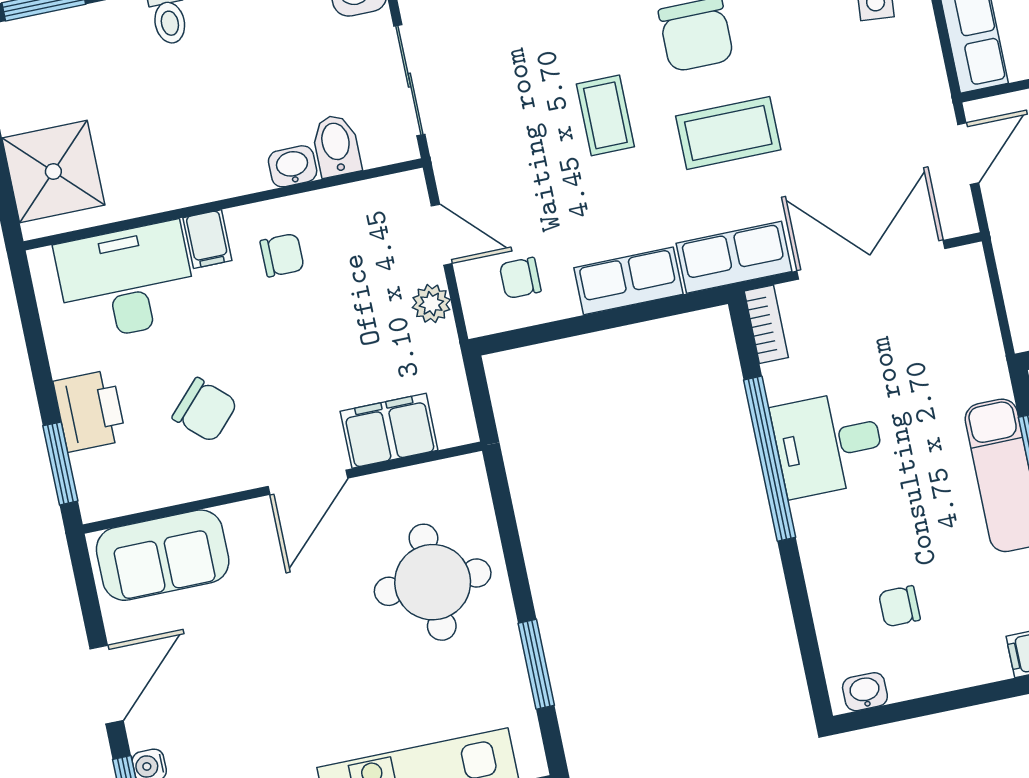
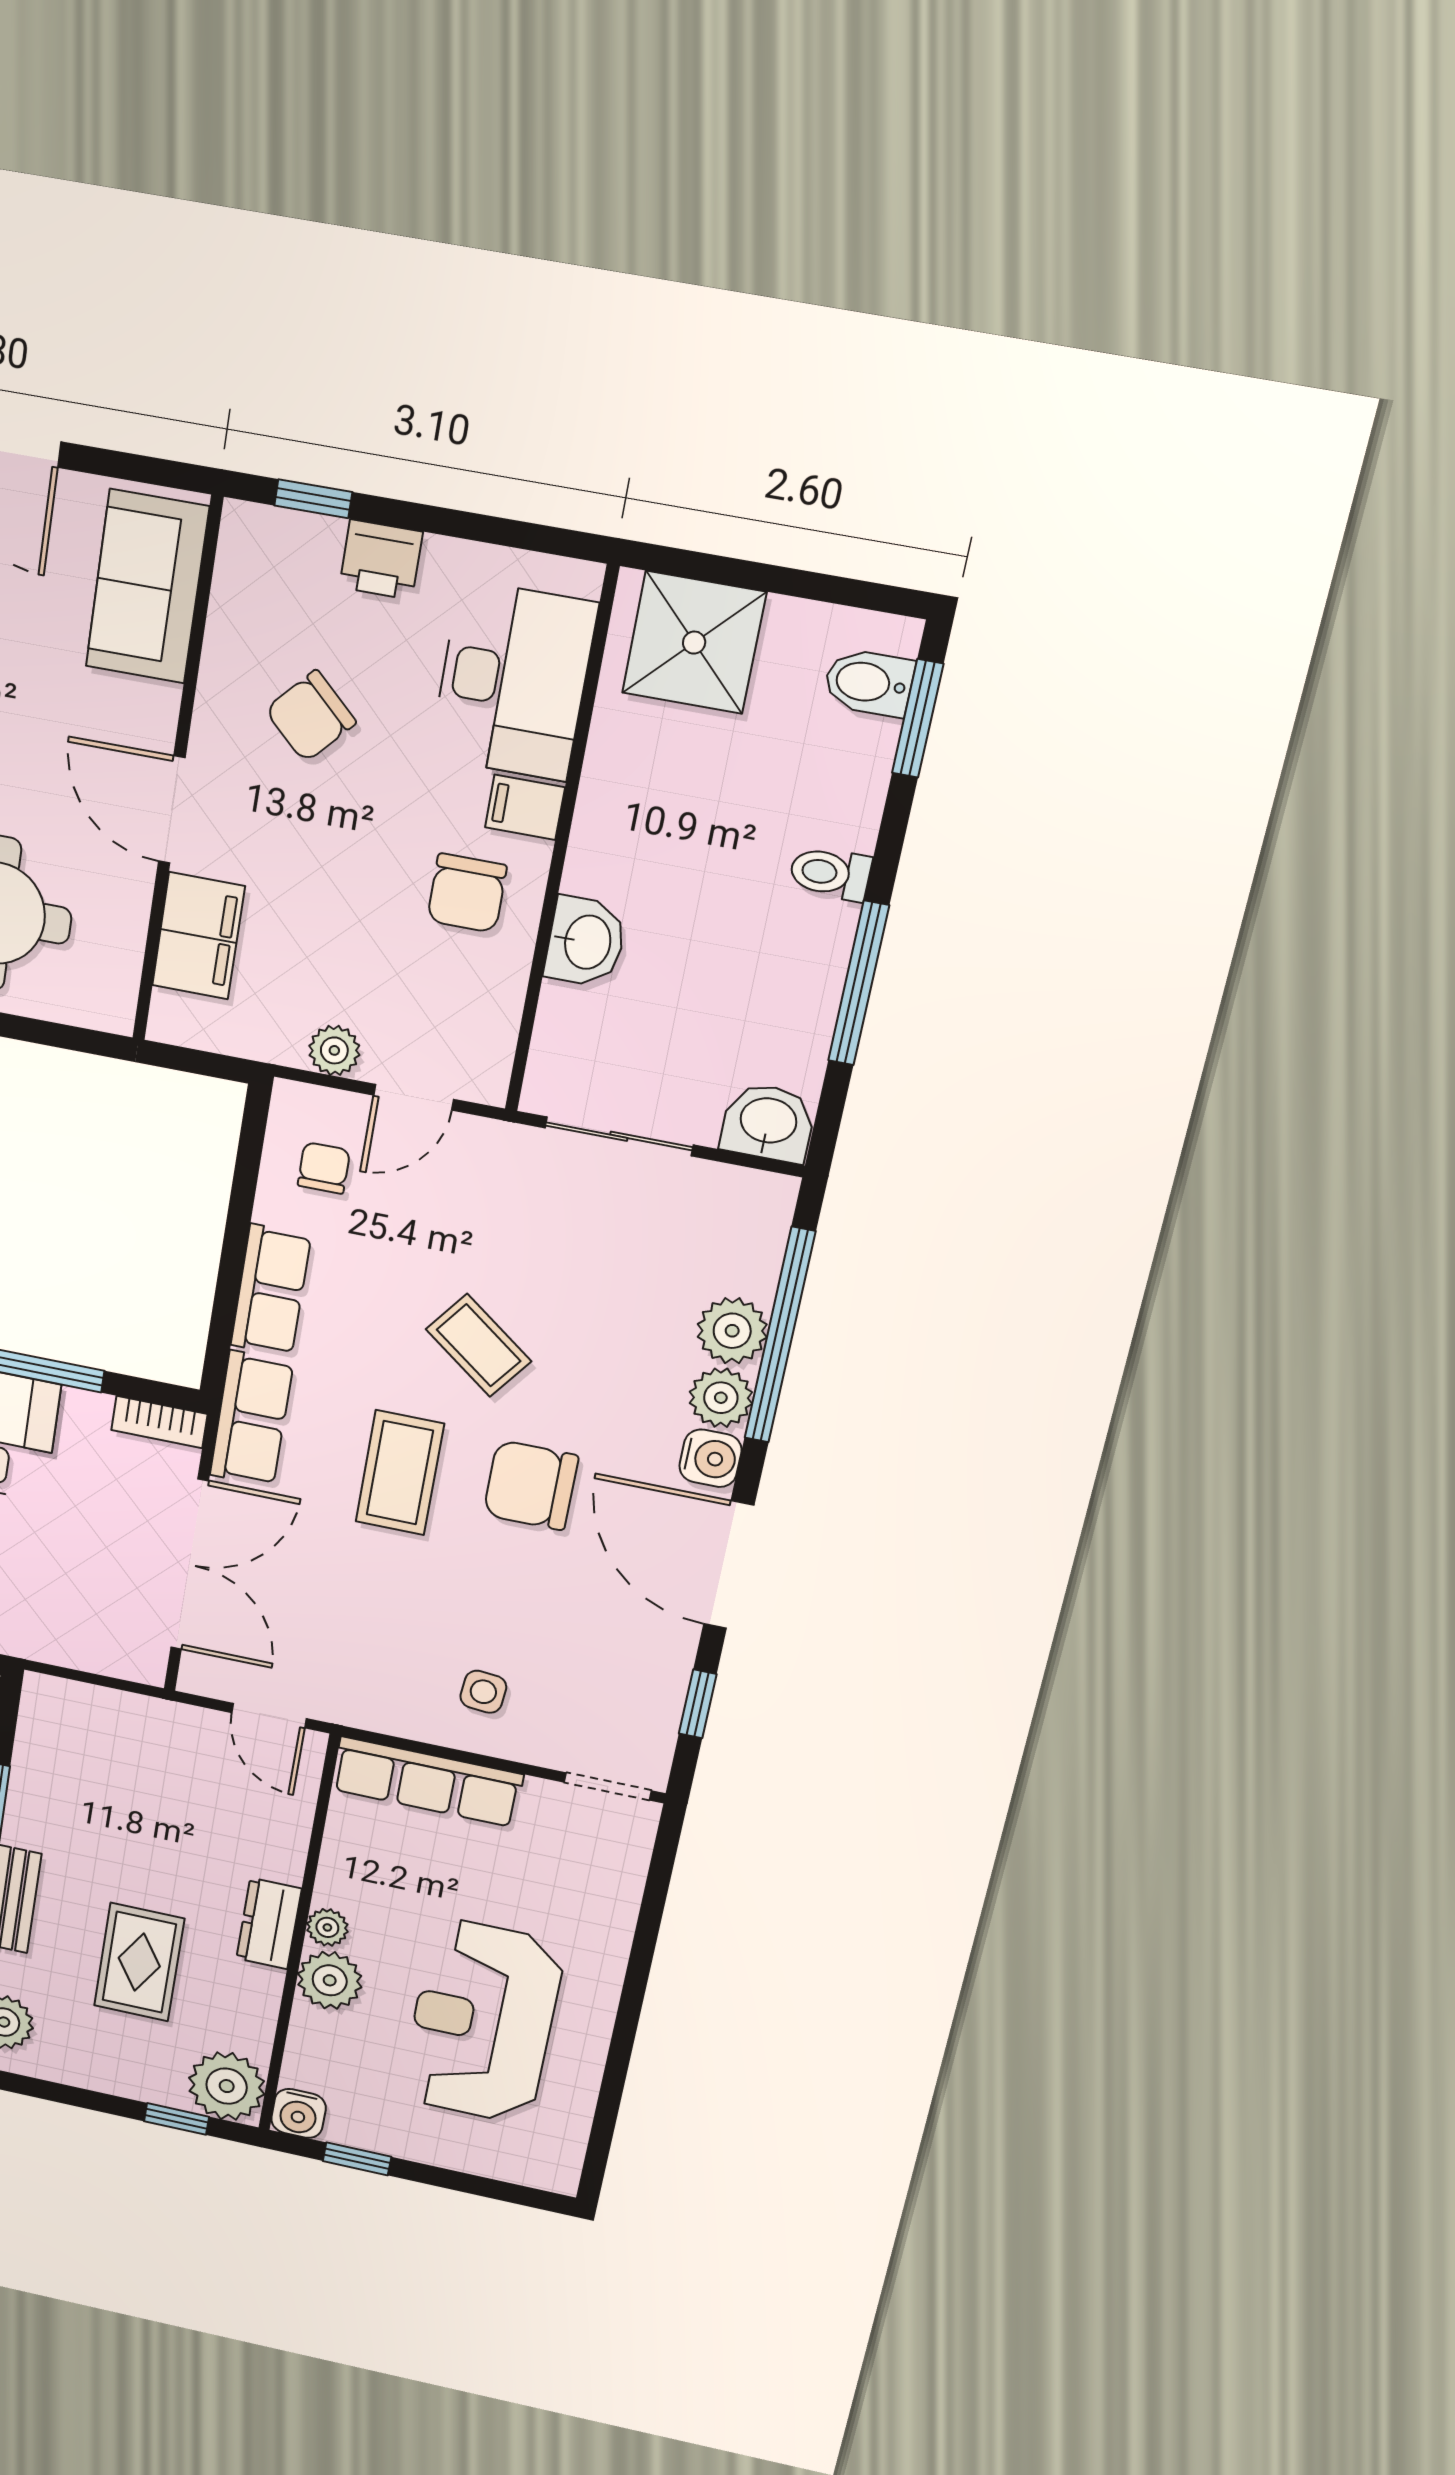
coffee table: (605, 115) -> (479, 1345), turned 37
bidet: (336, 145) -> (869, 683), moved, turned 180
washbasin: (293, 166) -> (586, 942), width x1.38, depth x1.45
chair: (282, 255) -> (467, 893), width x1.37, depth x1.37
printer: (90, 411) -> (381, 560), width x0.73, depth x0.81
window: (60, 463) -> (313, 499), width x0.67

